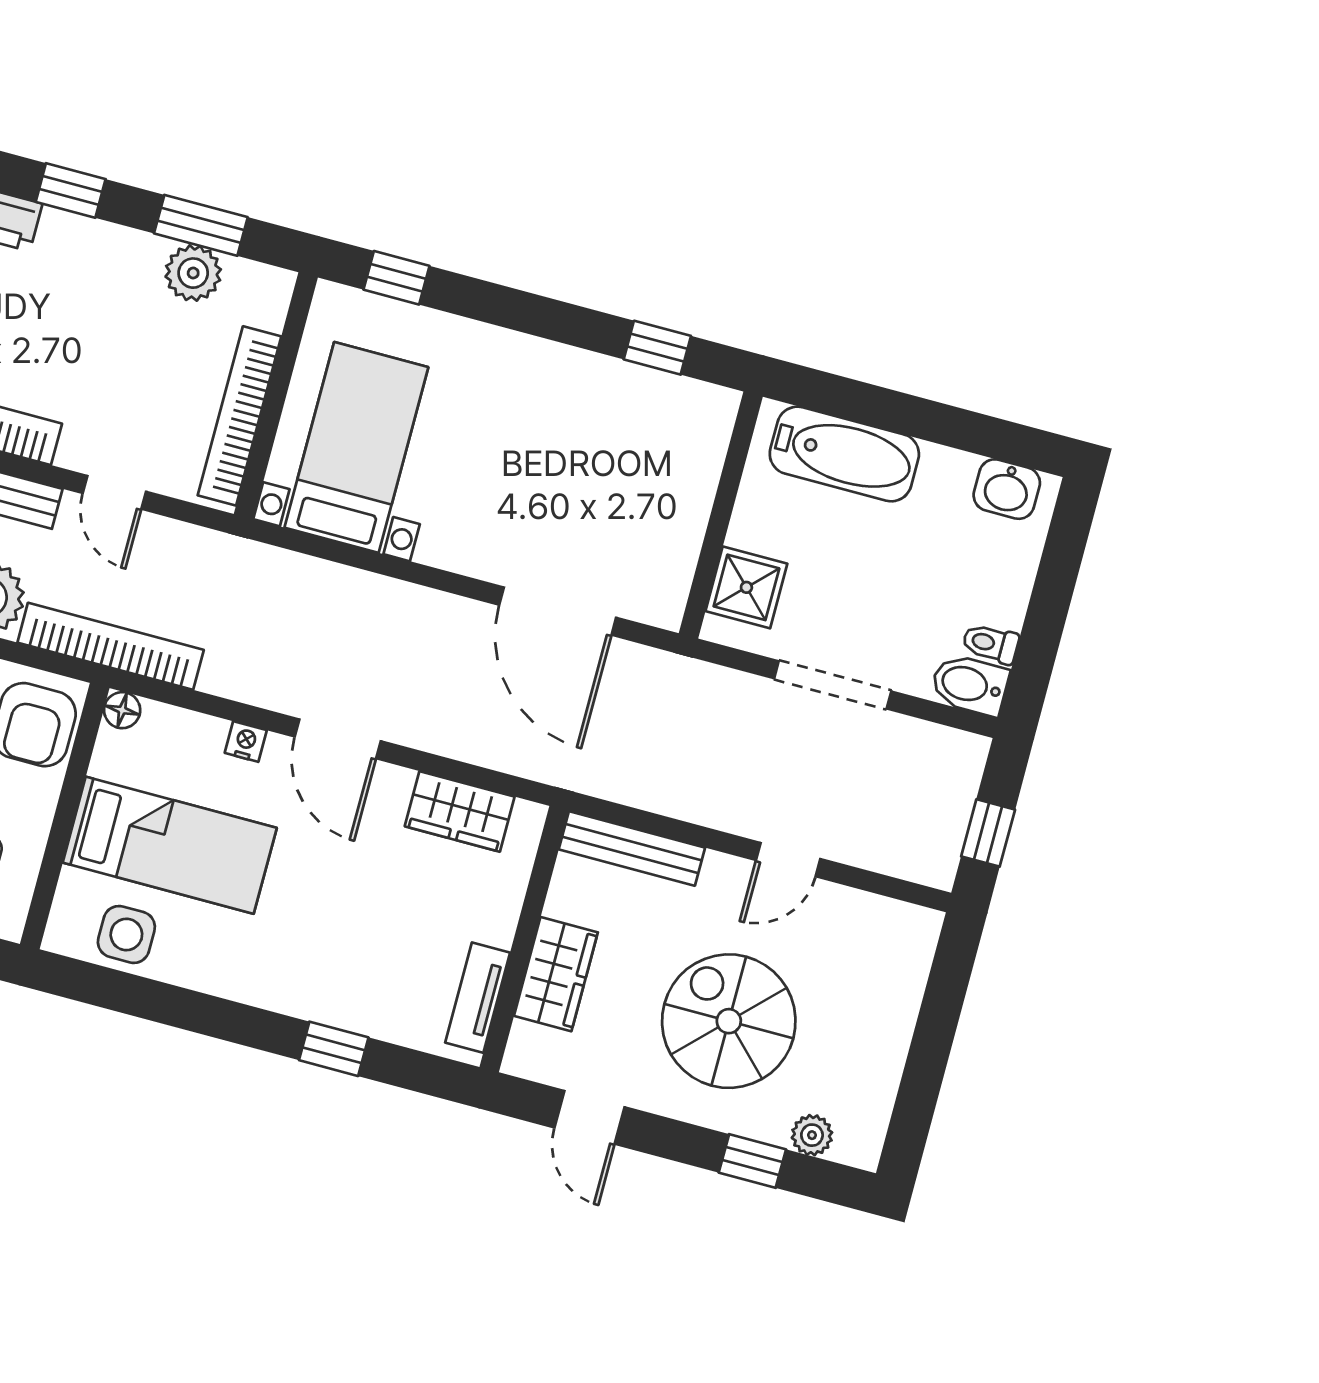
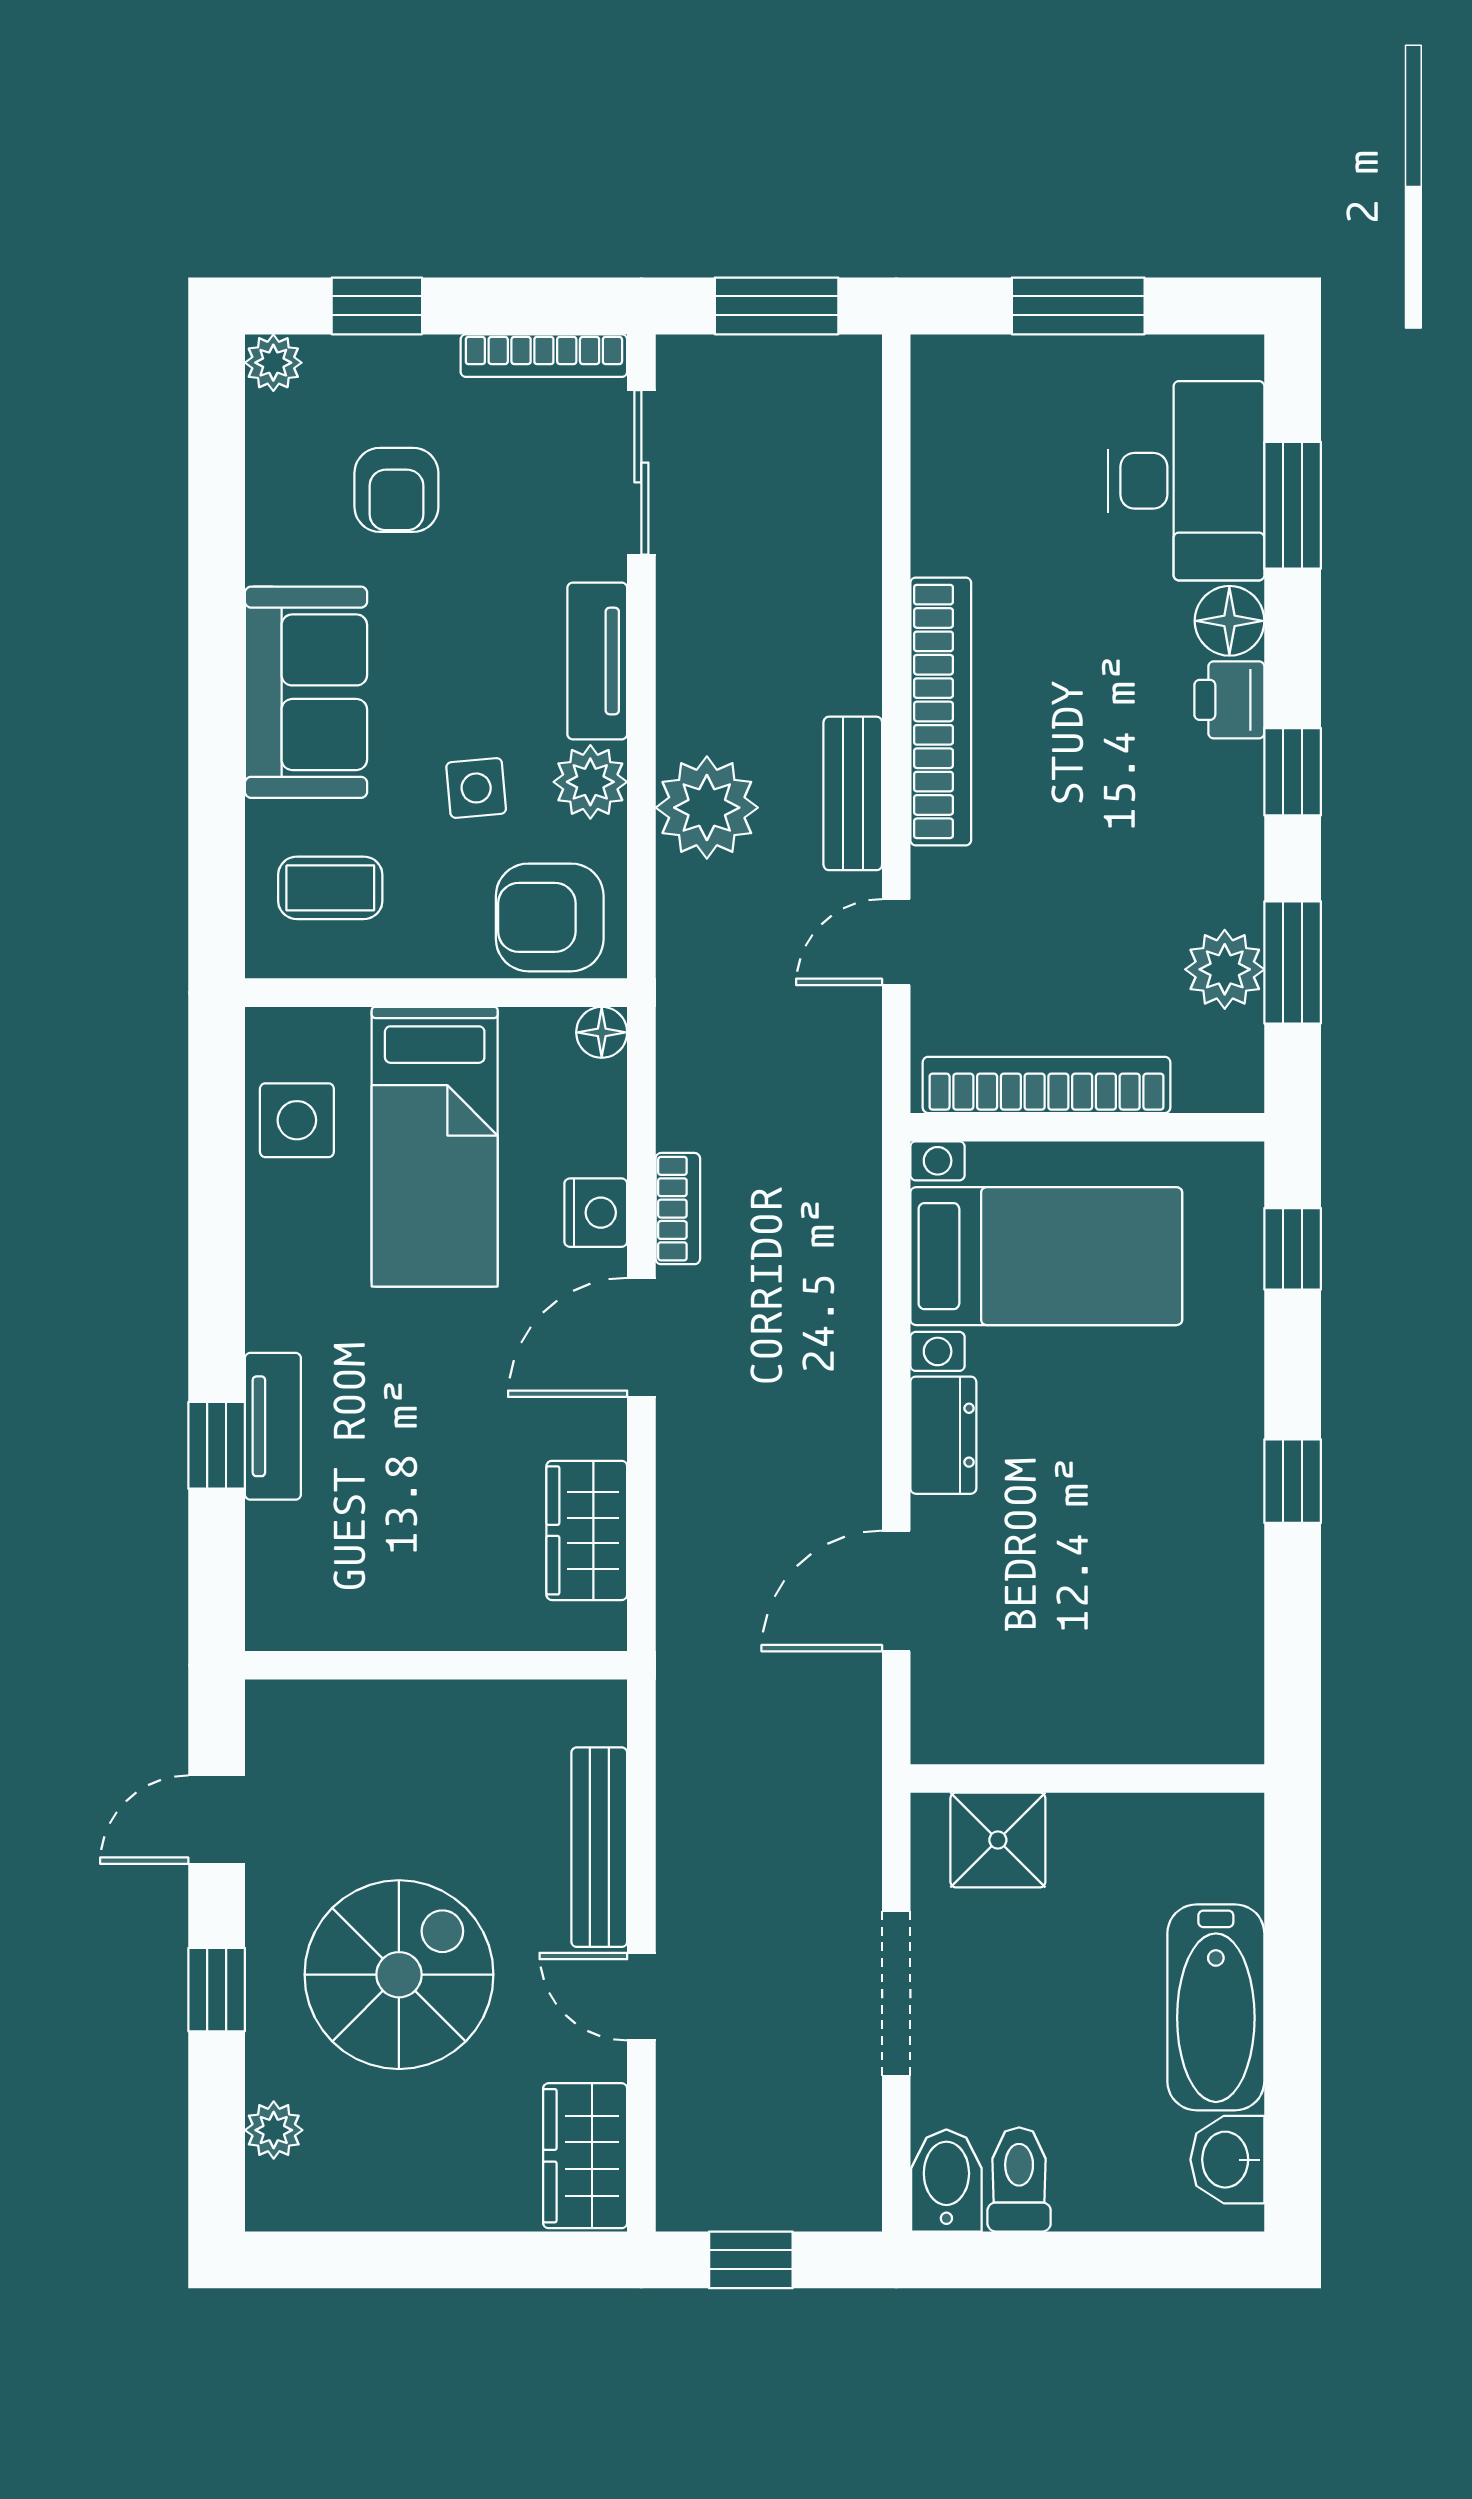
window: (657, 348) -> (1293, 1481), moved
bathtub: (844, 454) -> (1216, 2007), moved
dresser: (460, 551) -> (943, 1435), added
door: (558, 611) -> (896, 1591), width x0.73
toilet: (991, 644) -> (1019, 2179), width x1.37, depth x1.39
bookcase: (111, 646) -> (678, 1209), moved, width x0.43, depth x0.76
nightstand: (246, 742) -> (596, 1213), width x1.39, depth x1.35
bench: (632, 848) -> (599, 1847), moved
wardrobe: (556, 974) -> (585, 2156), moved, turned 90
tv unit: (478, 998) -> (273, 1426), moved, turned 90
window: (752, 1161) -> (217, 1990), moved

